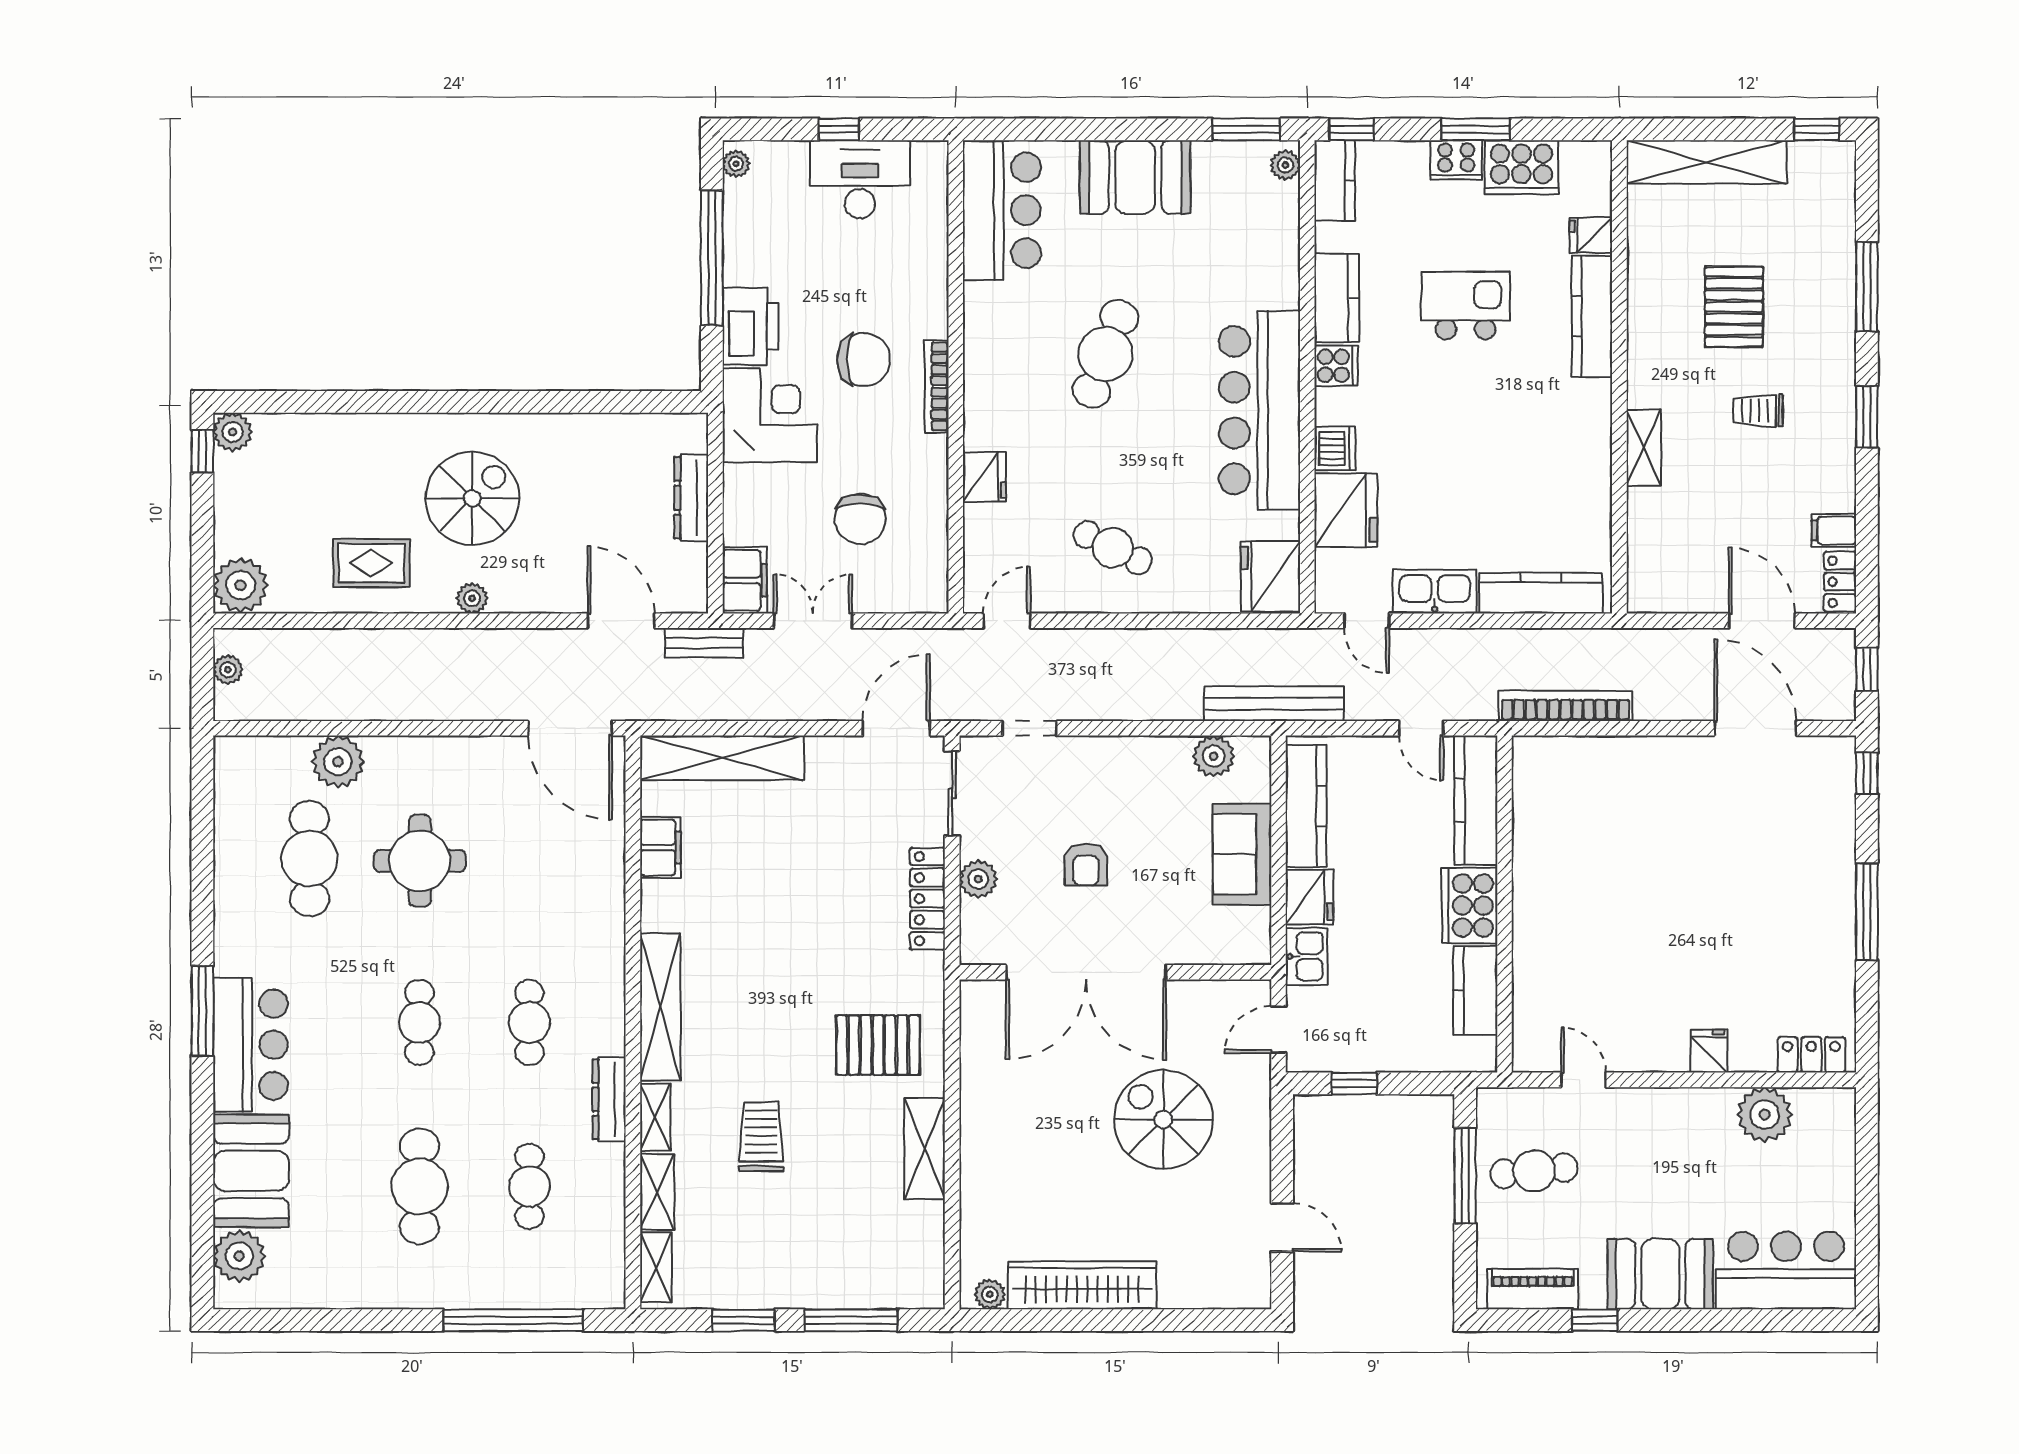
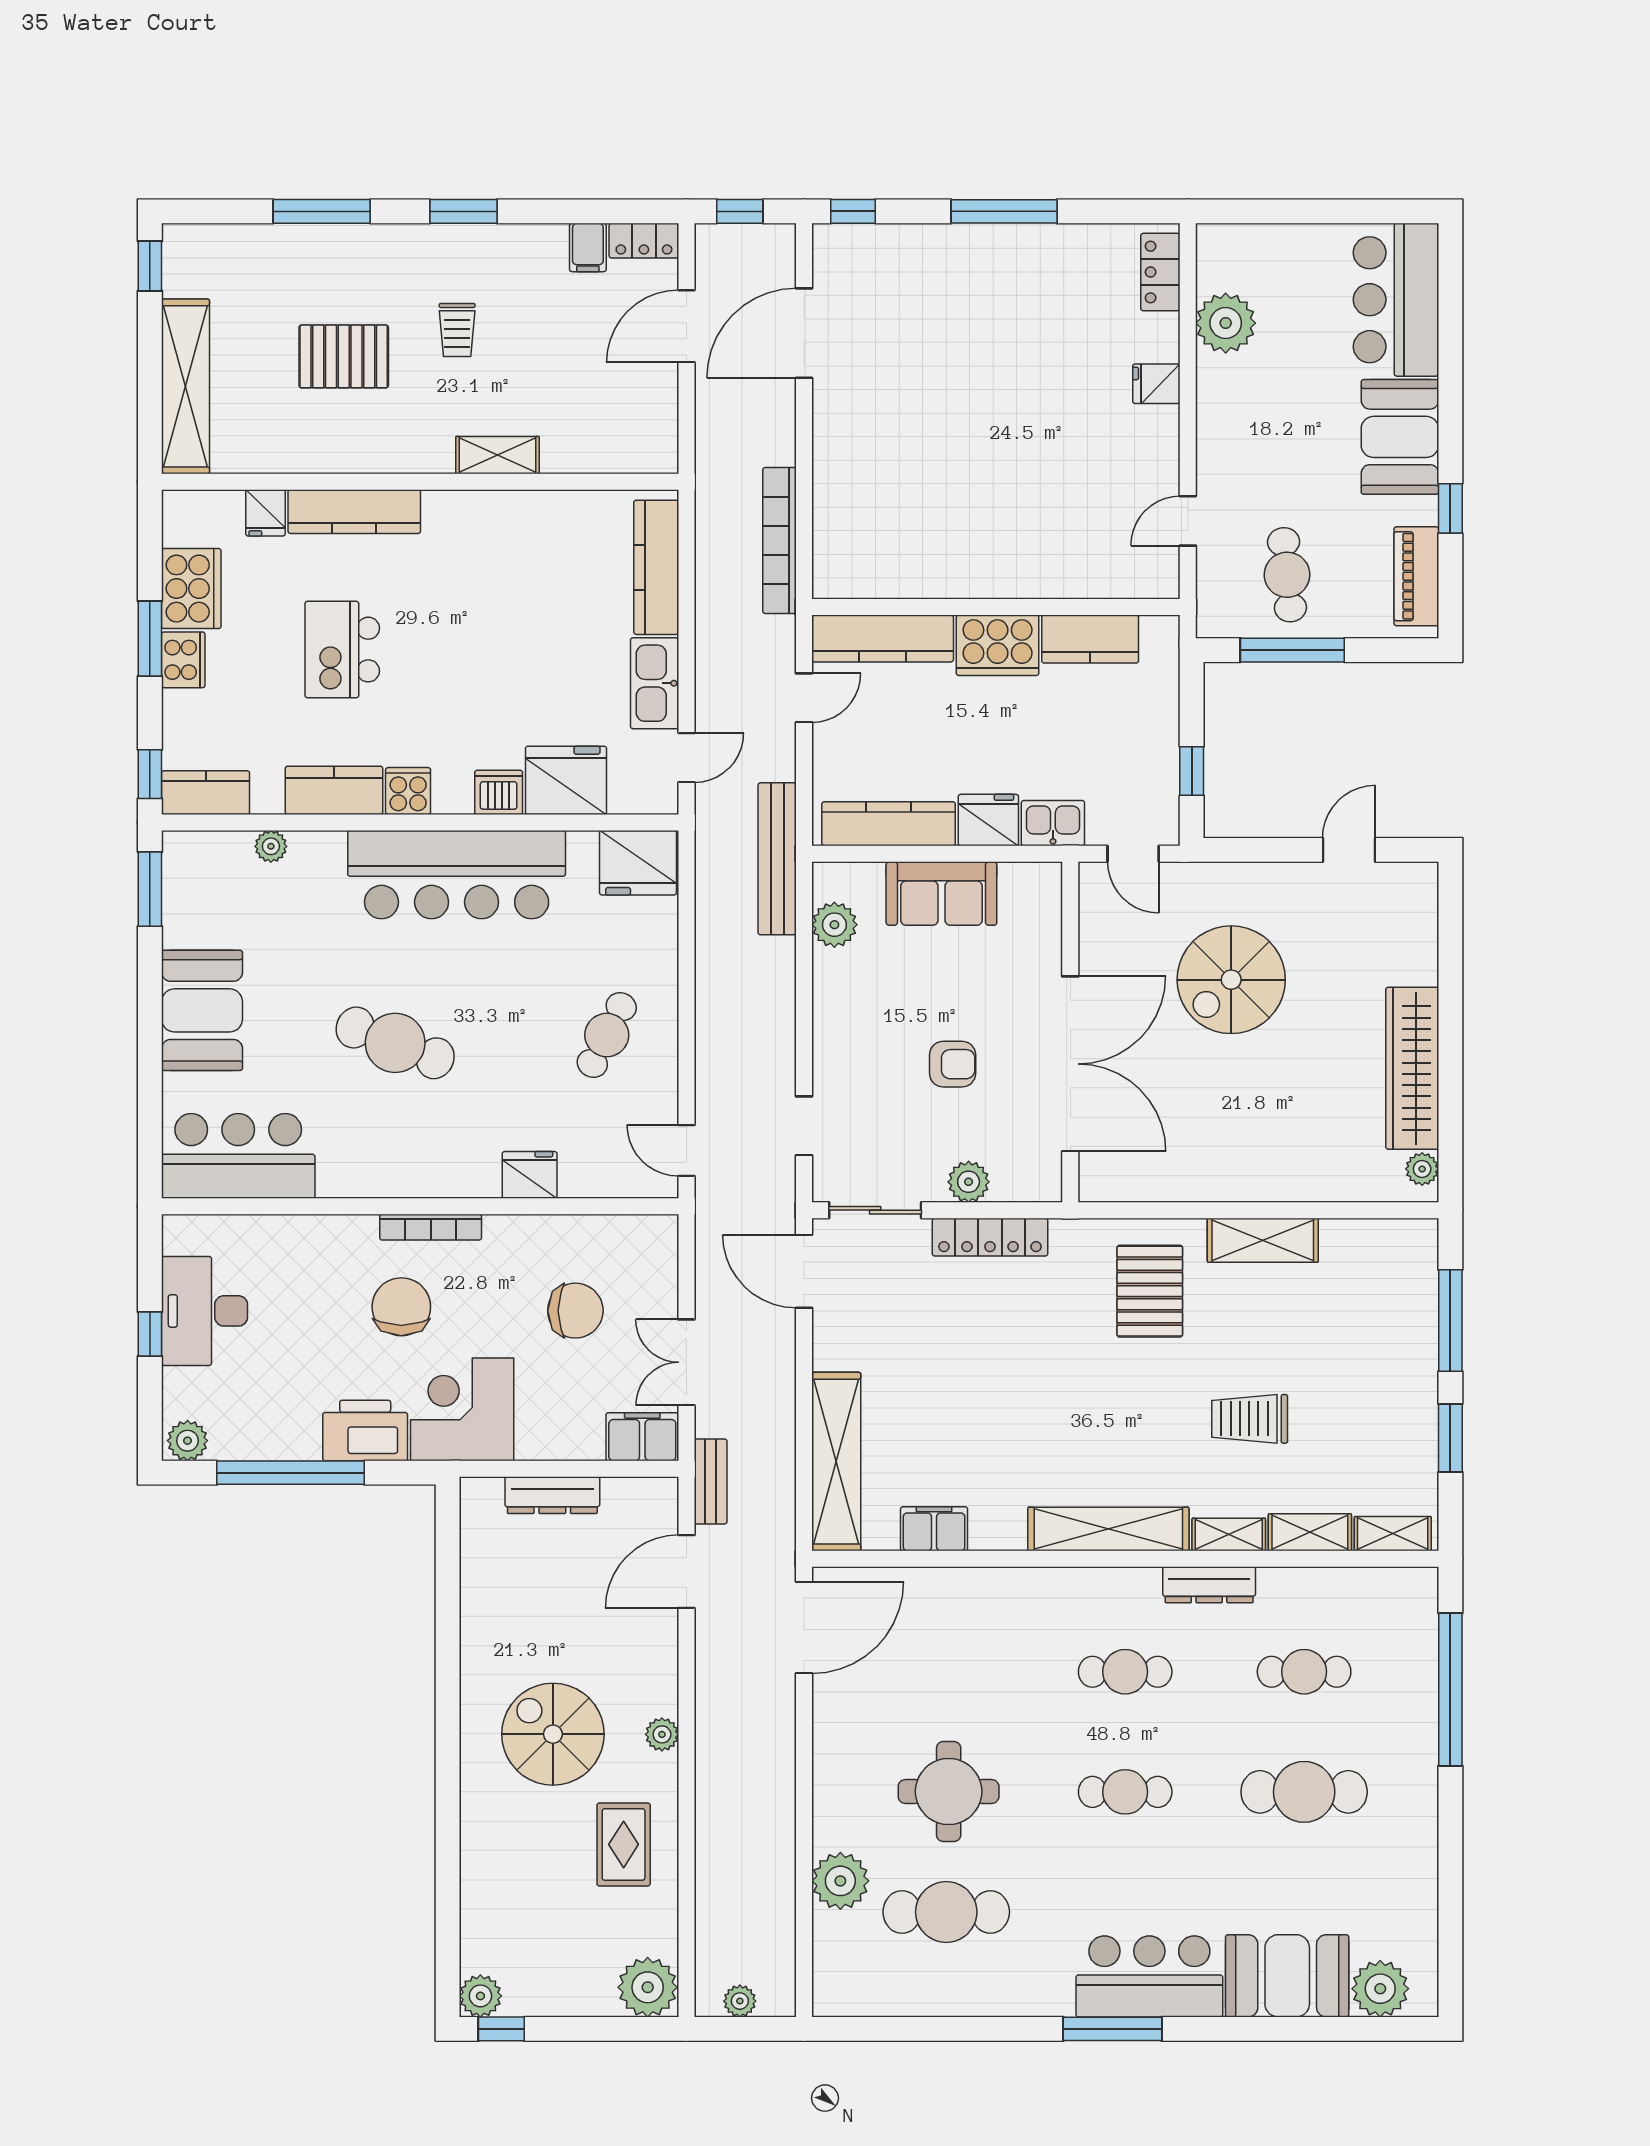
plant: (736, 164) -> (188, 1441), width x1.38, depth x1.38
plant: (1285, 165) -> (271, 846), moved

